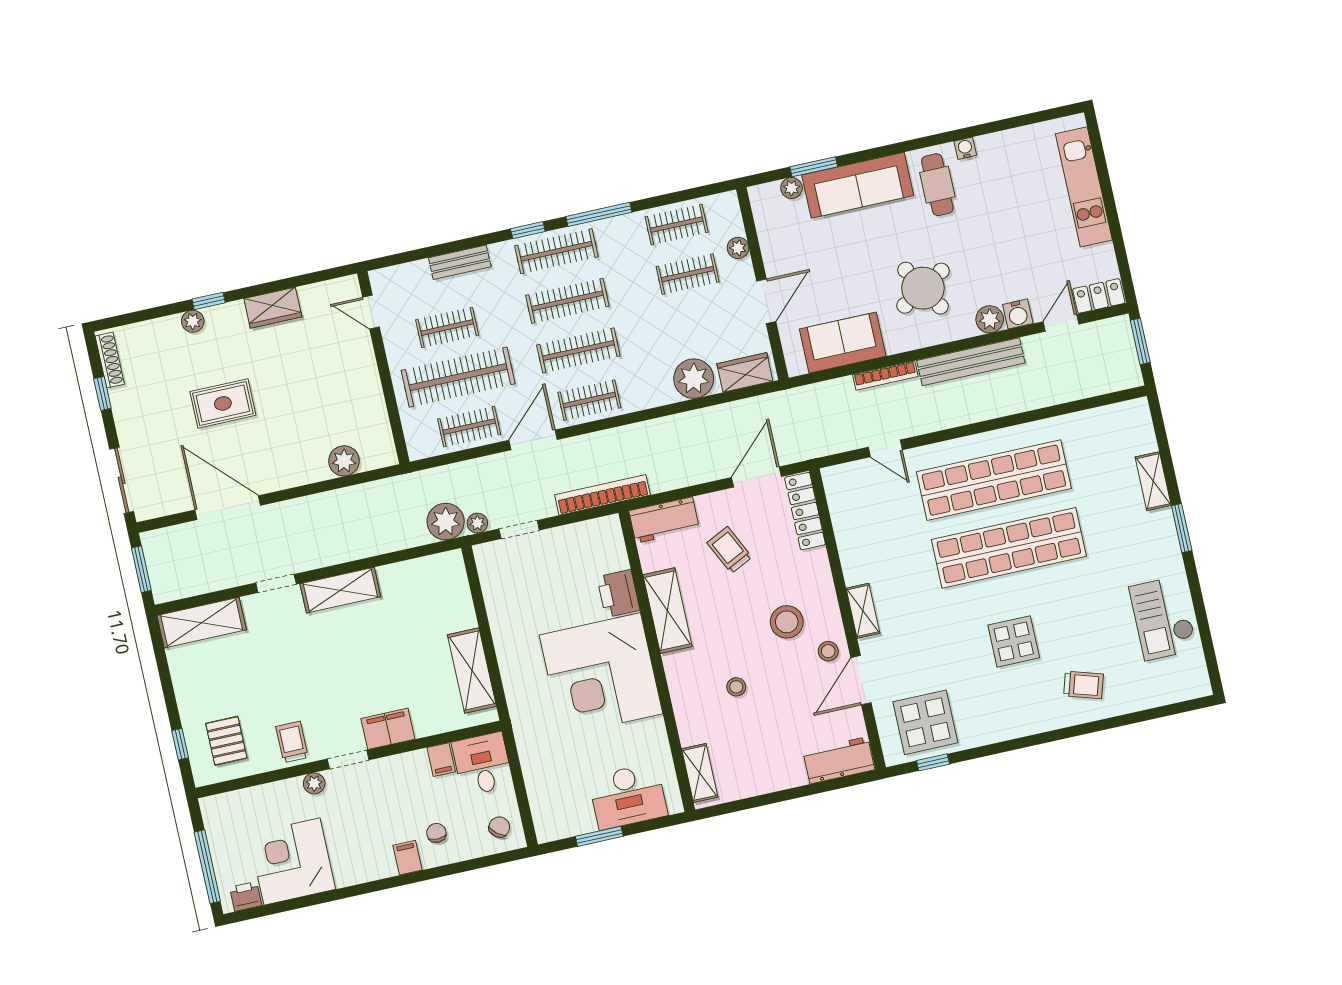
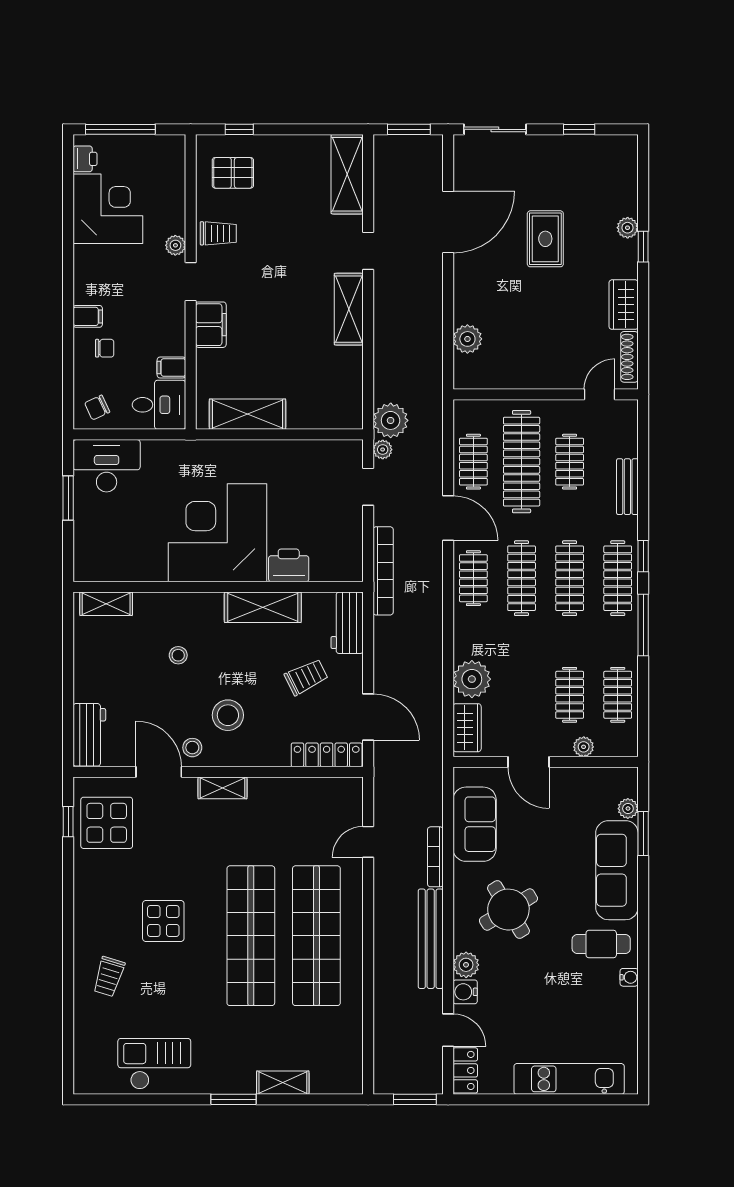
shoe rack: (110, 360) -> (629, 357), moved, turned 90
desk: (628, 796) -> (107, 466), moved, turned 90
chair: (499, 827) -> (97, 407), turned 116

